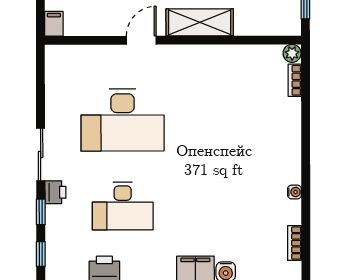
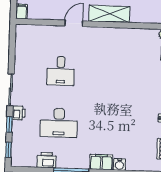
desk: (123, 120) -> (61, 71), width x0.53, depth x0.77

